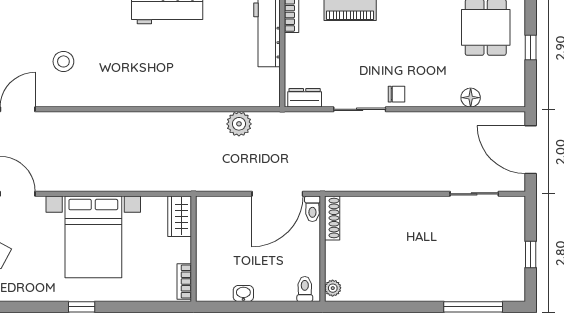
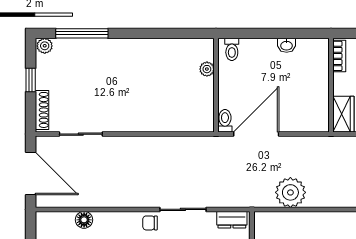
plant: (239, 124) -> (290, 192), width x1.36, depth x1.36
shoe rack: (332, 218) -> (42, 110), moved, turned 180
plant: (333, 288) -> (207, 69), moved
plant: (515, 293) -> (45, 46), added

